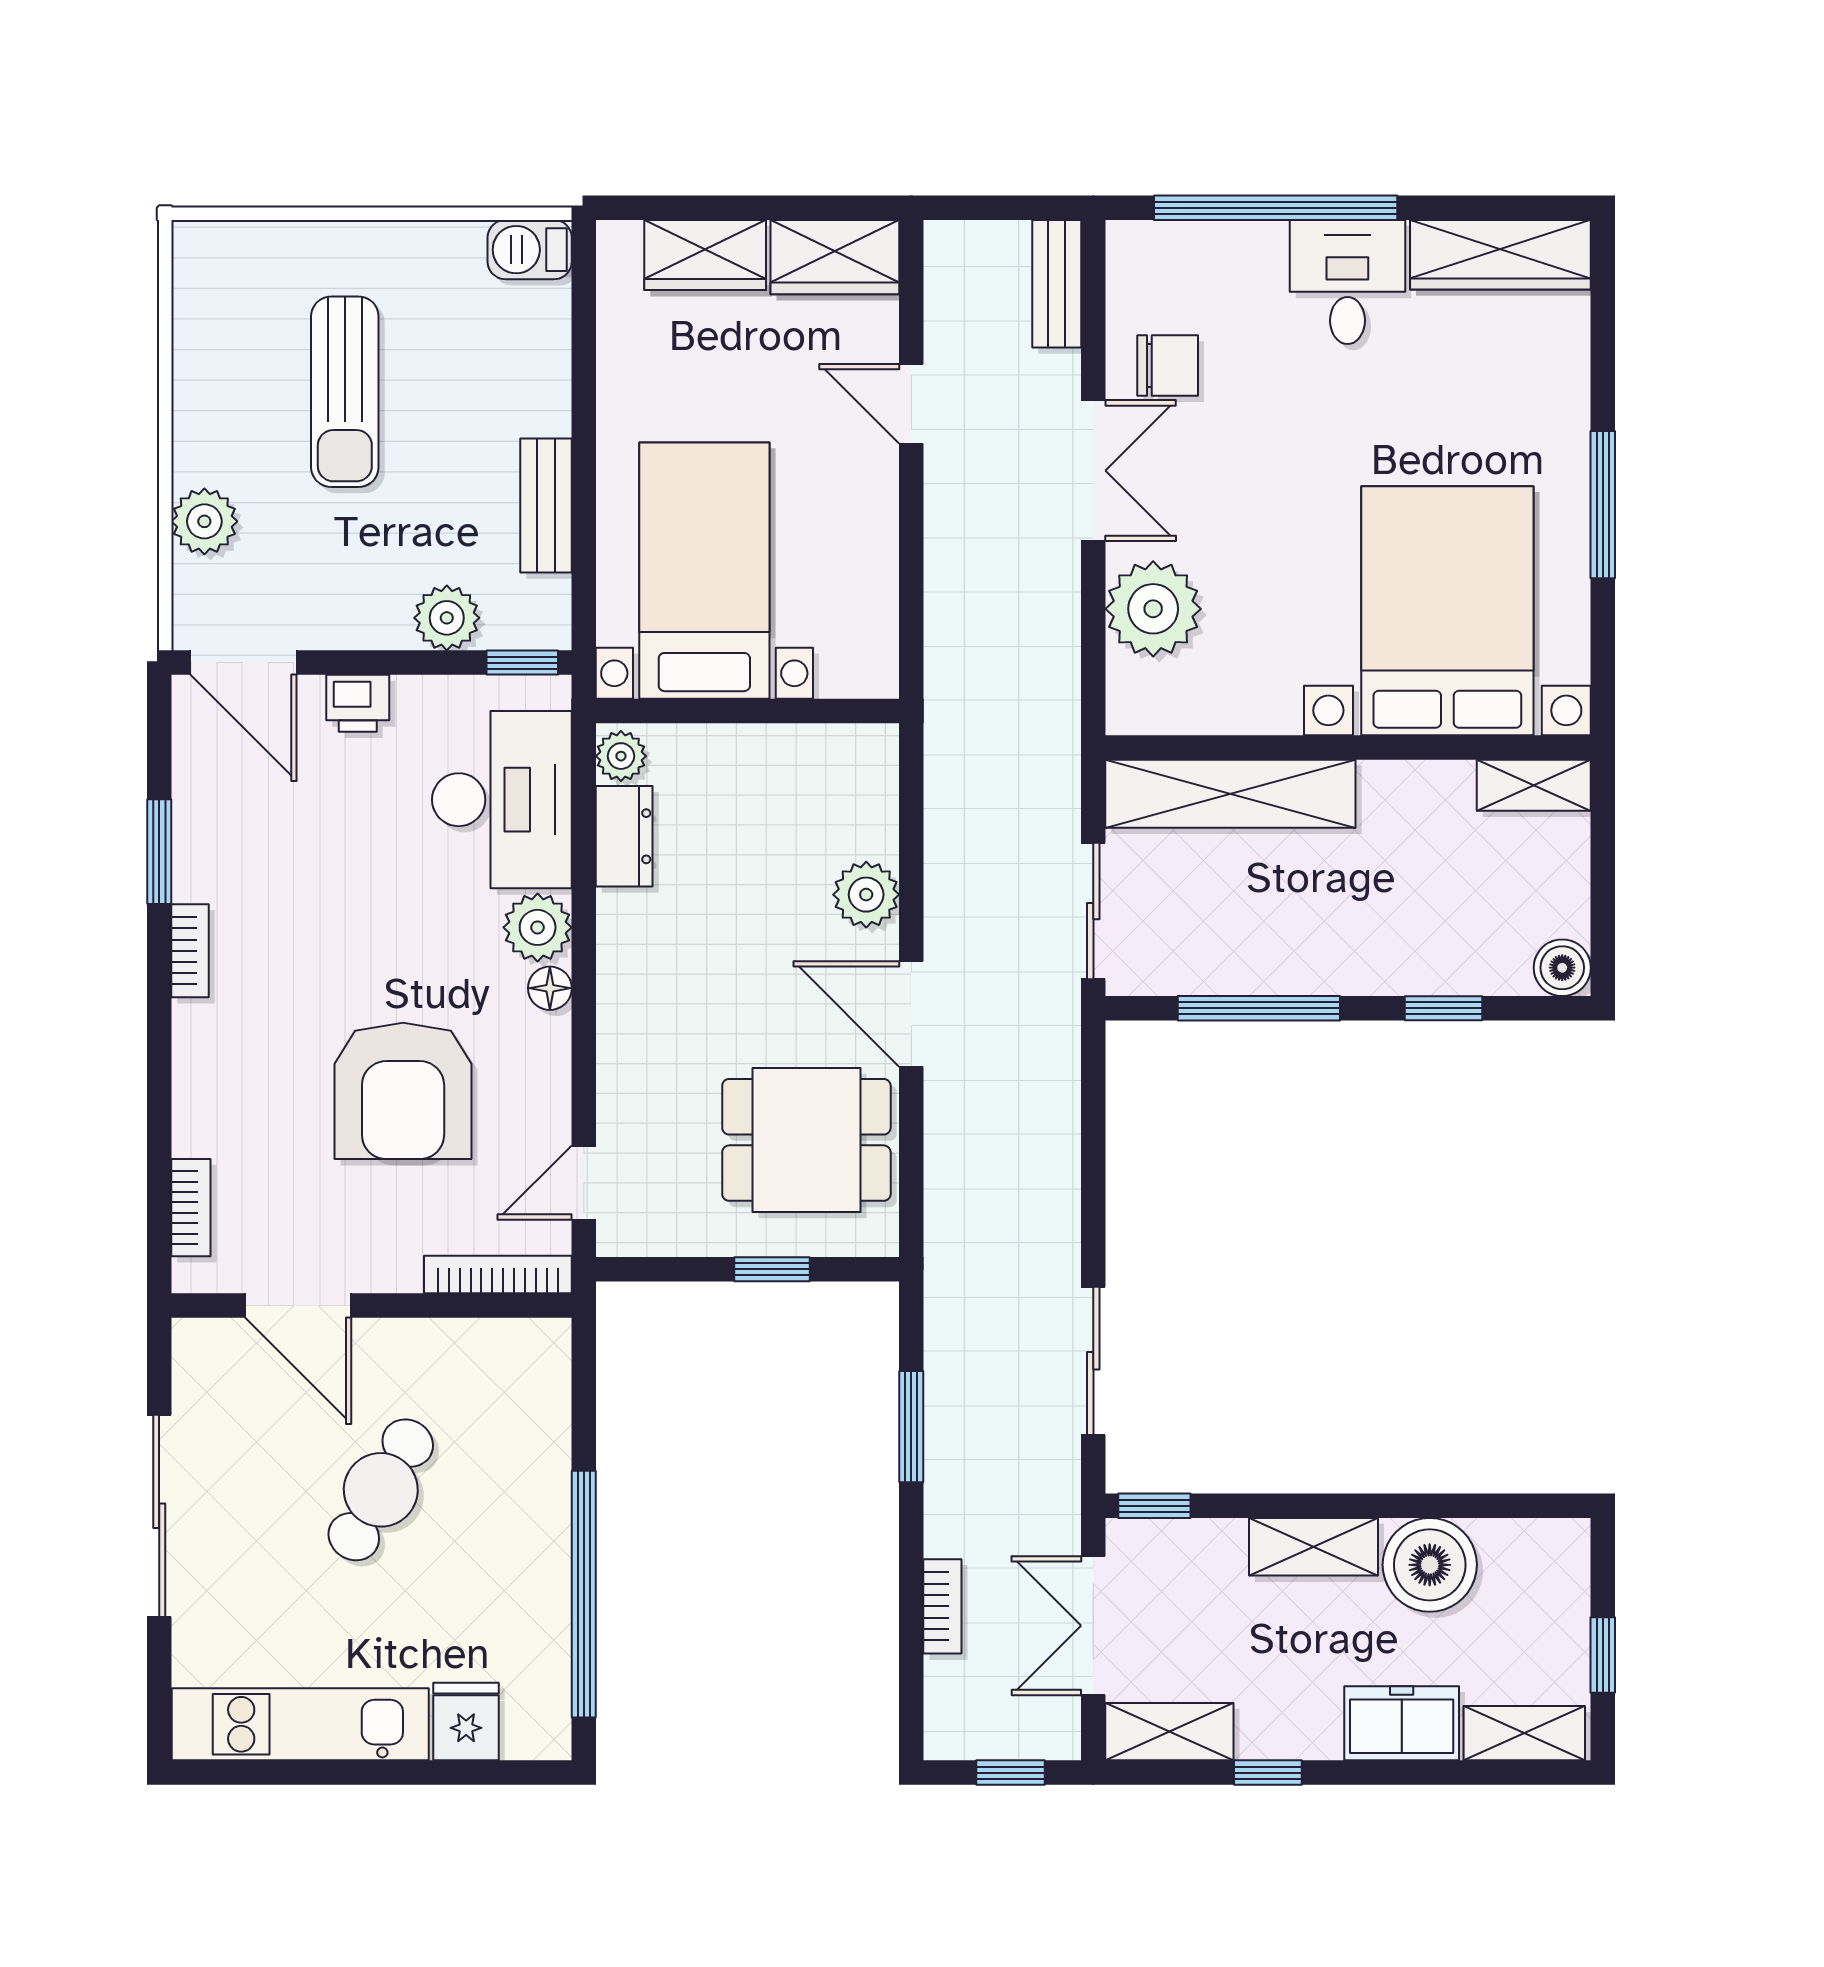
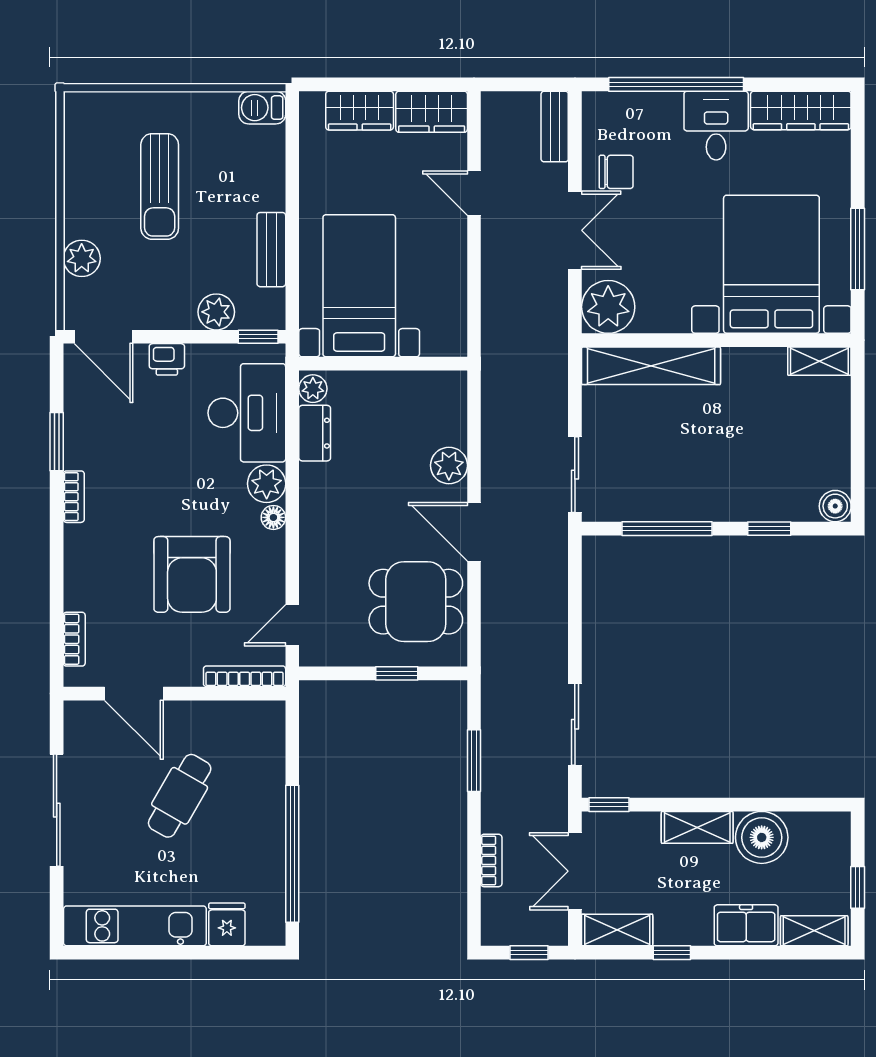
bed with nightstands: (1447, 611) -> (771, 264), moved
wall: (1348, 747) -> (716, 340), moved
shelving: (1534, 785) -> (819, 361), moved
shelving: (1230, 794) -> (651, 366), moved

